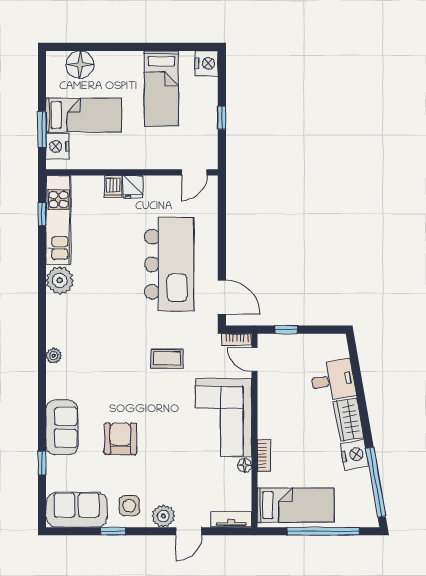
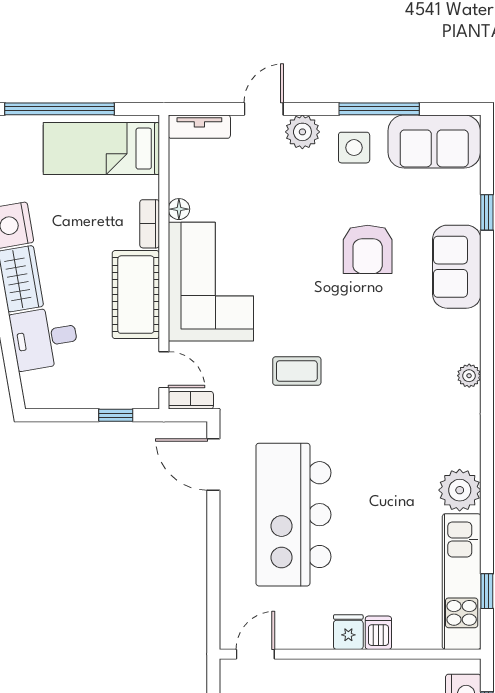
cot: (273, 409) -> (136, 295), added
window: (113, 531) -> (379, 109), width x2.17

